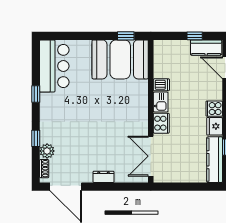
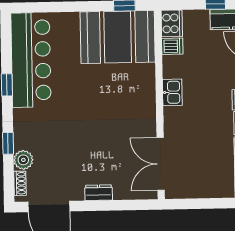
bar counter: (54, 66) -> (31, 60), width x1.36
dishwasher: (161, 85) -> (172, 46), moved
cooker: (161, 123) -> (172, 23), moved

